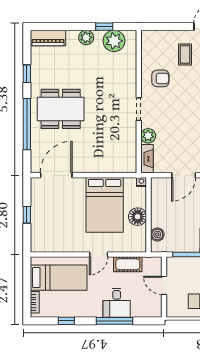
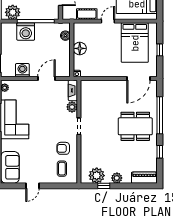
coffee table: (185, 54) -> (62, 169), moved
bed: (105, 205) -> (135, 43), moved, turned 180

